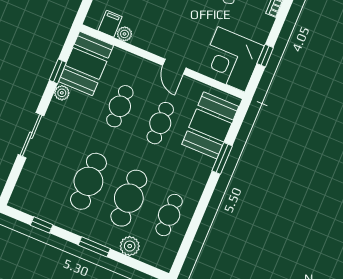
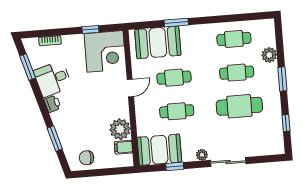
plant: (124, 34) -> (120, 129), width x1.88, depth x1.88
plant: (62, 93) -> (202, 155), moved
cafe table: (129, 198) -> (237, 73), width x0.73, depth x0.74

